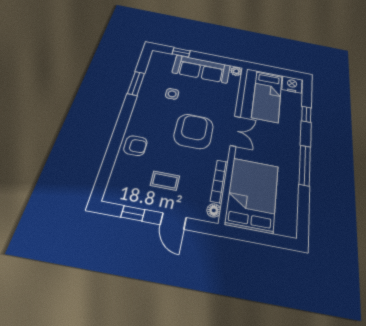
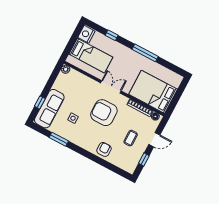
sofa: (202, 69) -> (49, 109), moved

